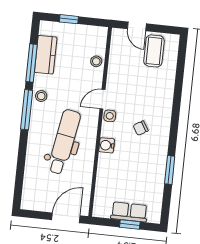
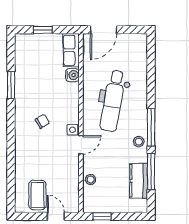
window: (69, 19) -> (102, 216), moved
water cooler: (107, 145) -> (72, 75), moved
row of seats: (129, 212) -> (71, 50), moved, turned 90

